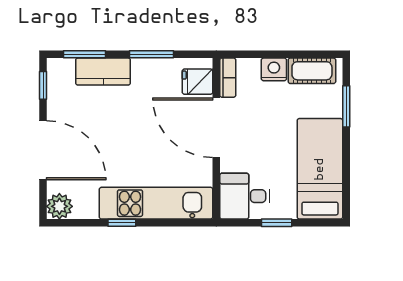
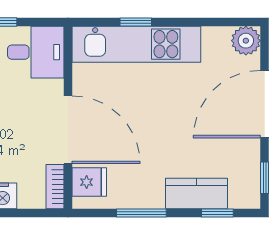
window: (84, 54) -> (217, 213), width x0.67
door: (43, 150) -> (265, 104), hinge flipped
window: (122, 223) -> (136, 22), moved

